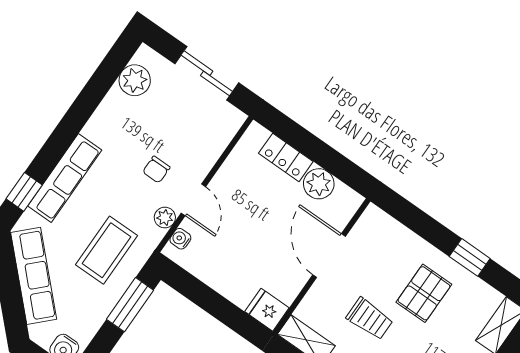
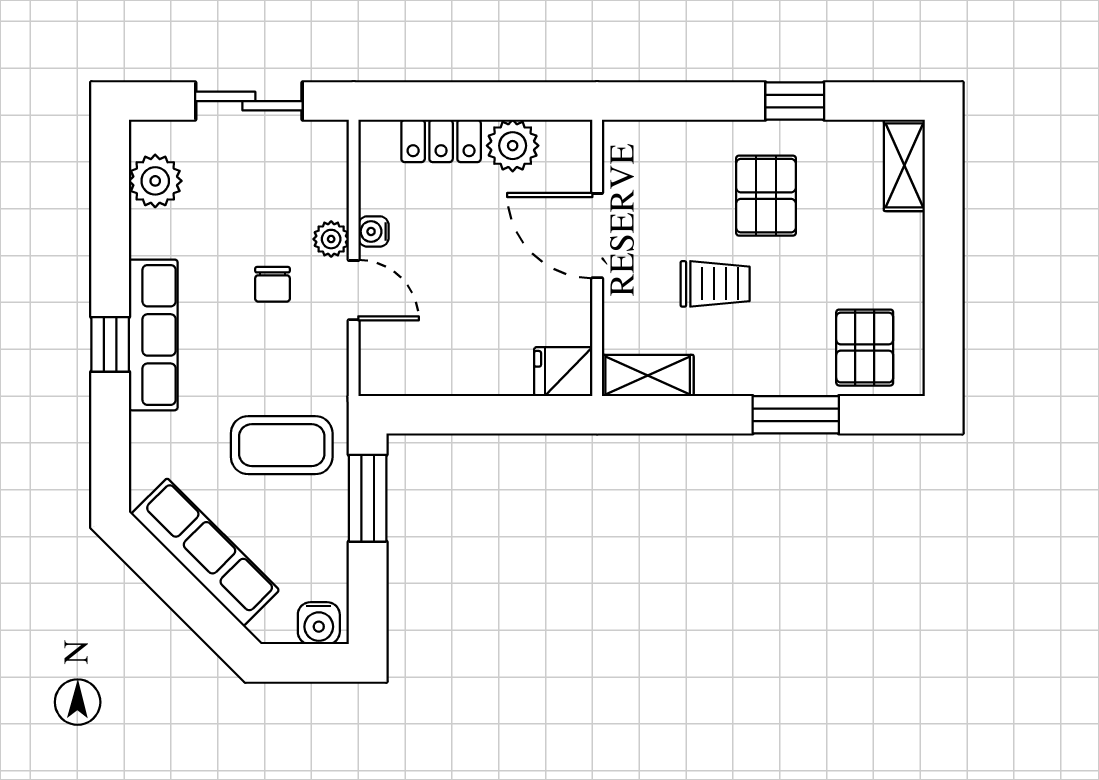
row of seats: (65, 178) -> (153, 335), moved
window: (24, 192) -> (110, 344), moved
plant: (165, 218) -> (331, 239), moved
water cooler: (180, 239) -> (373, 231), moved
coffee table: (107, 250) -> (282, 445), turned 90

